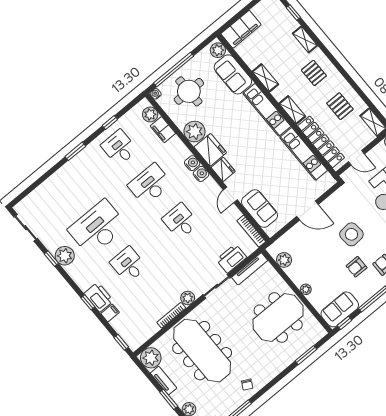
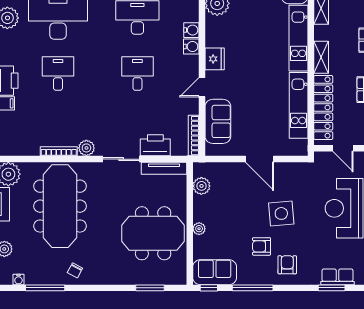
fridge: (210, 150) -> (218, 32), removed

